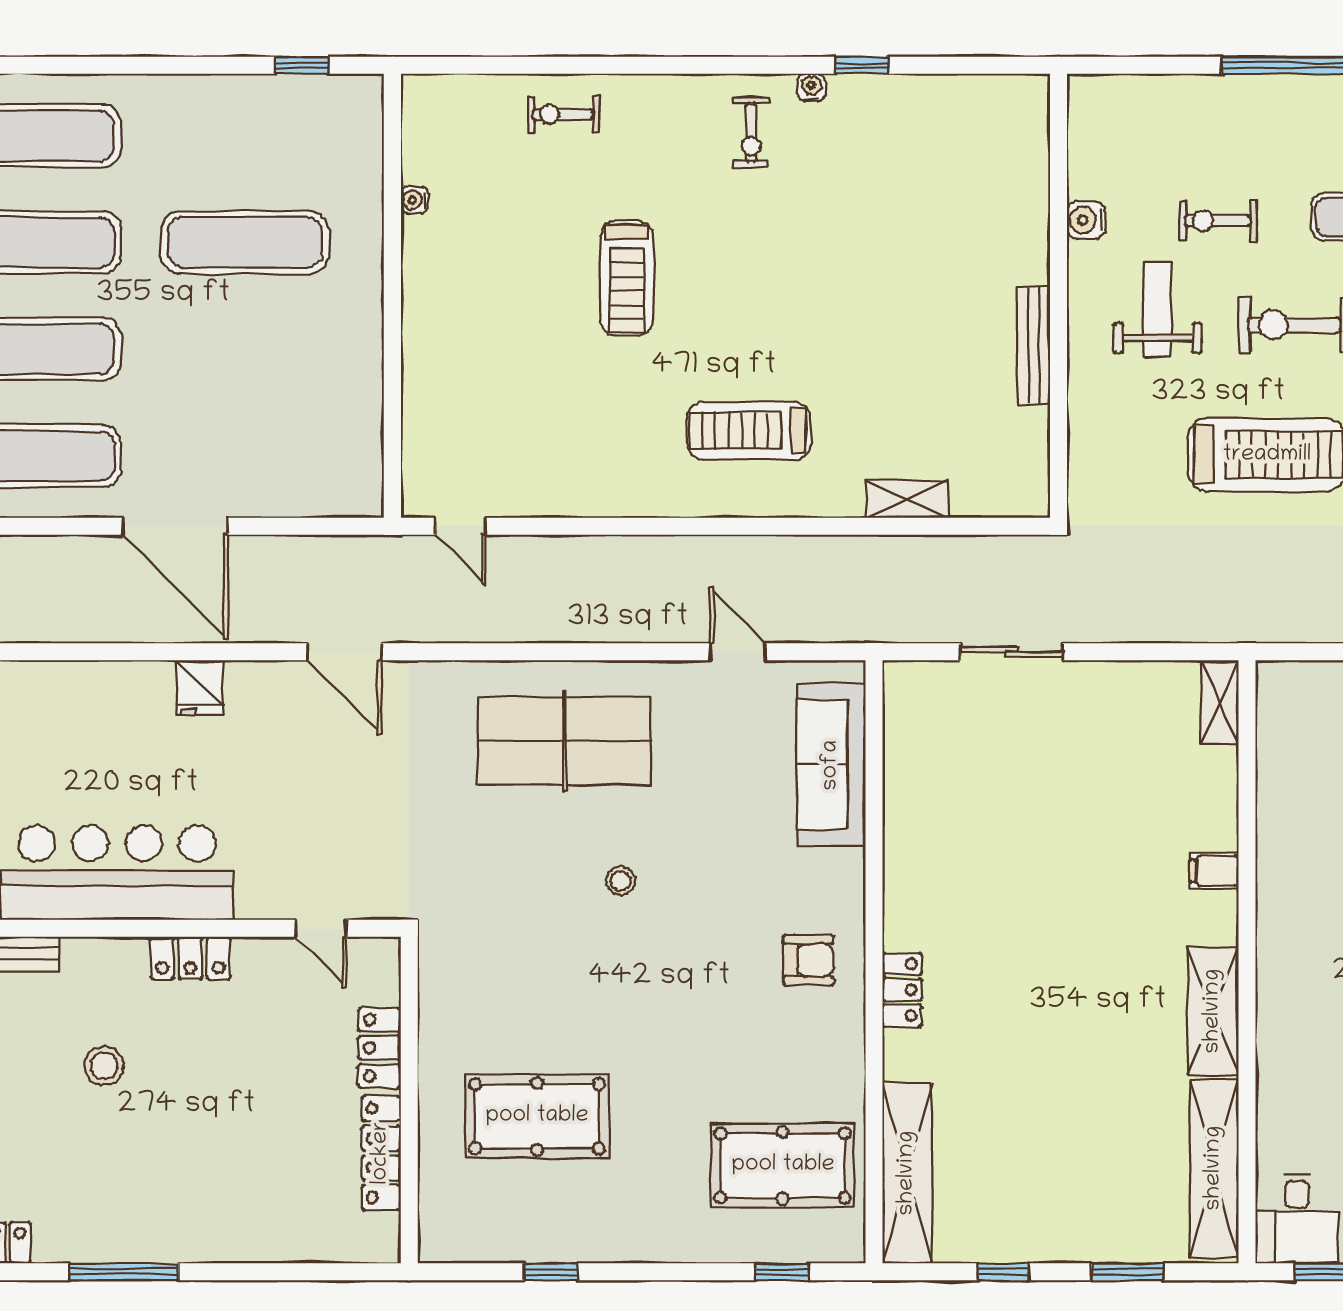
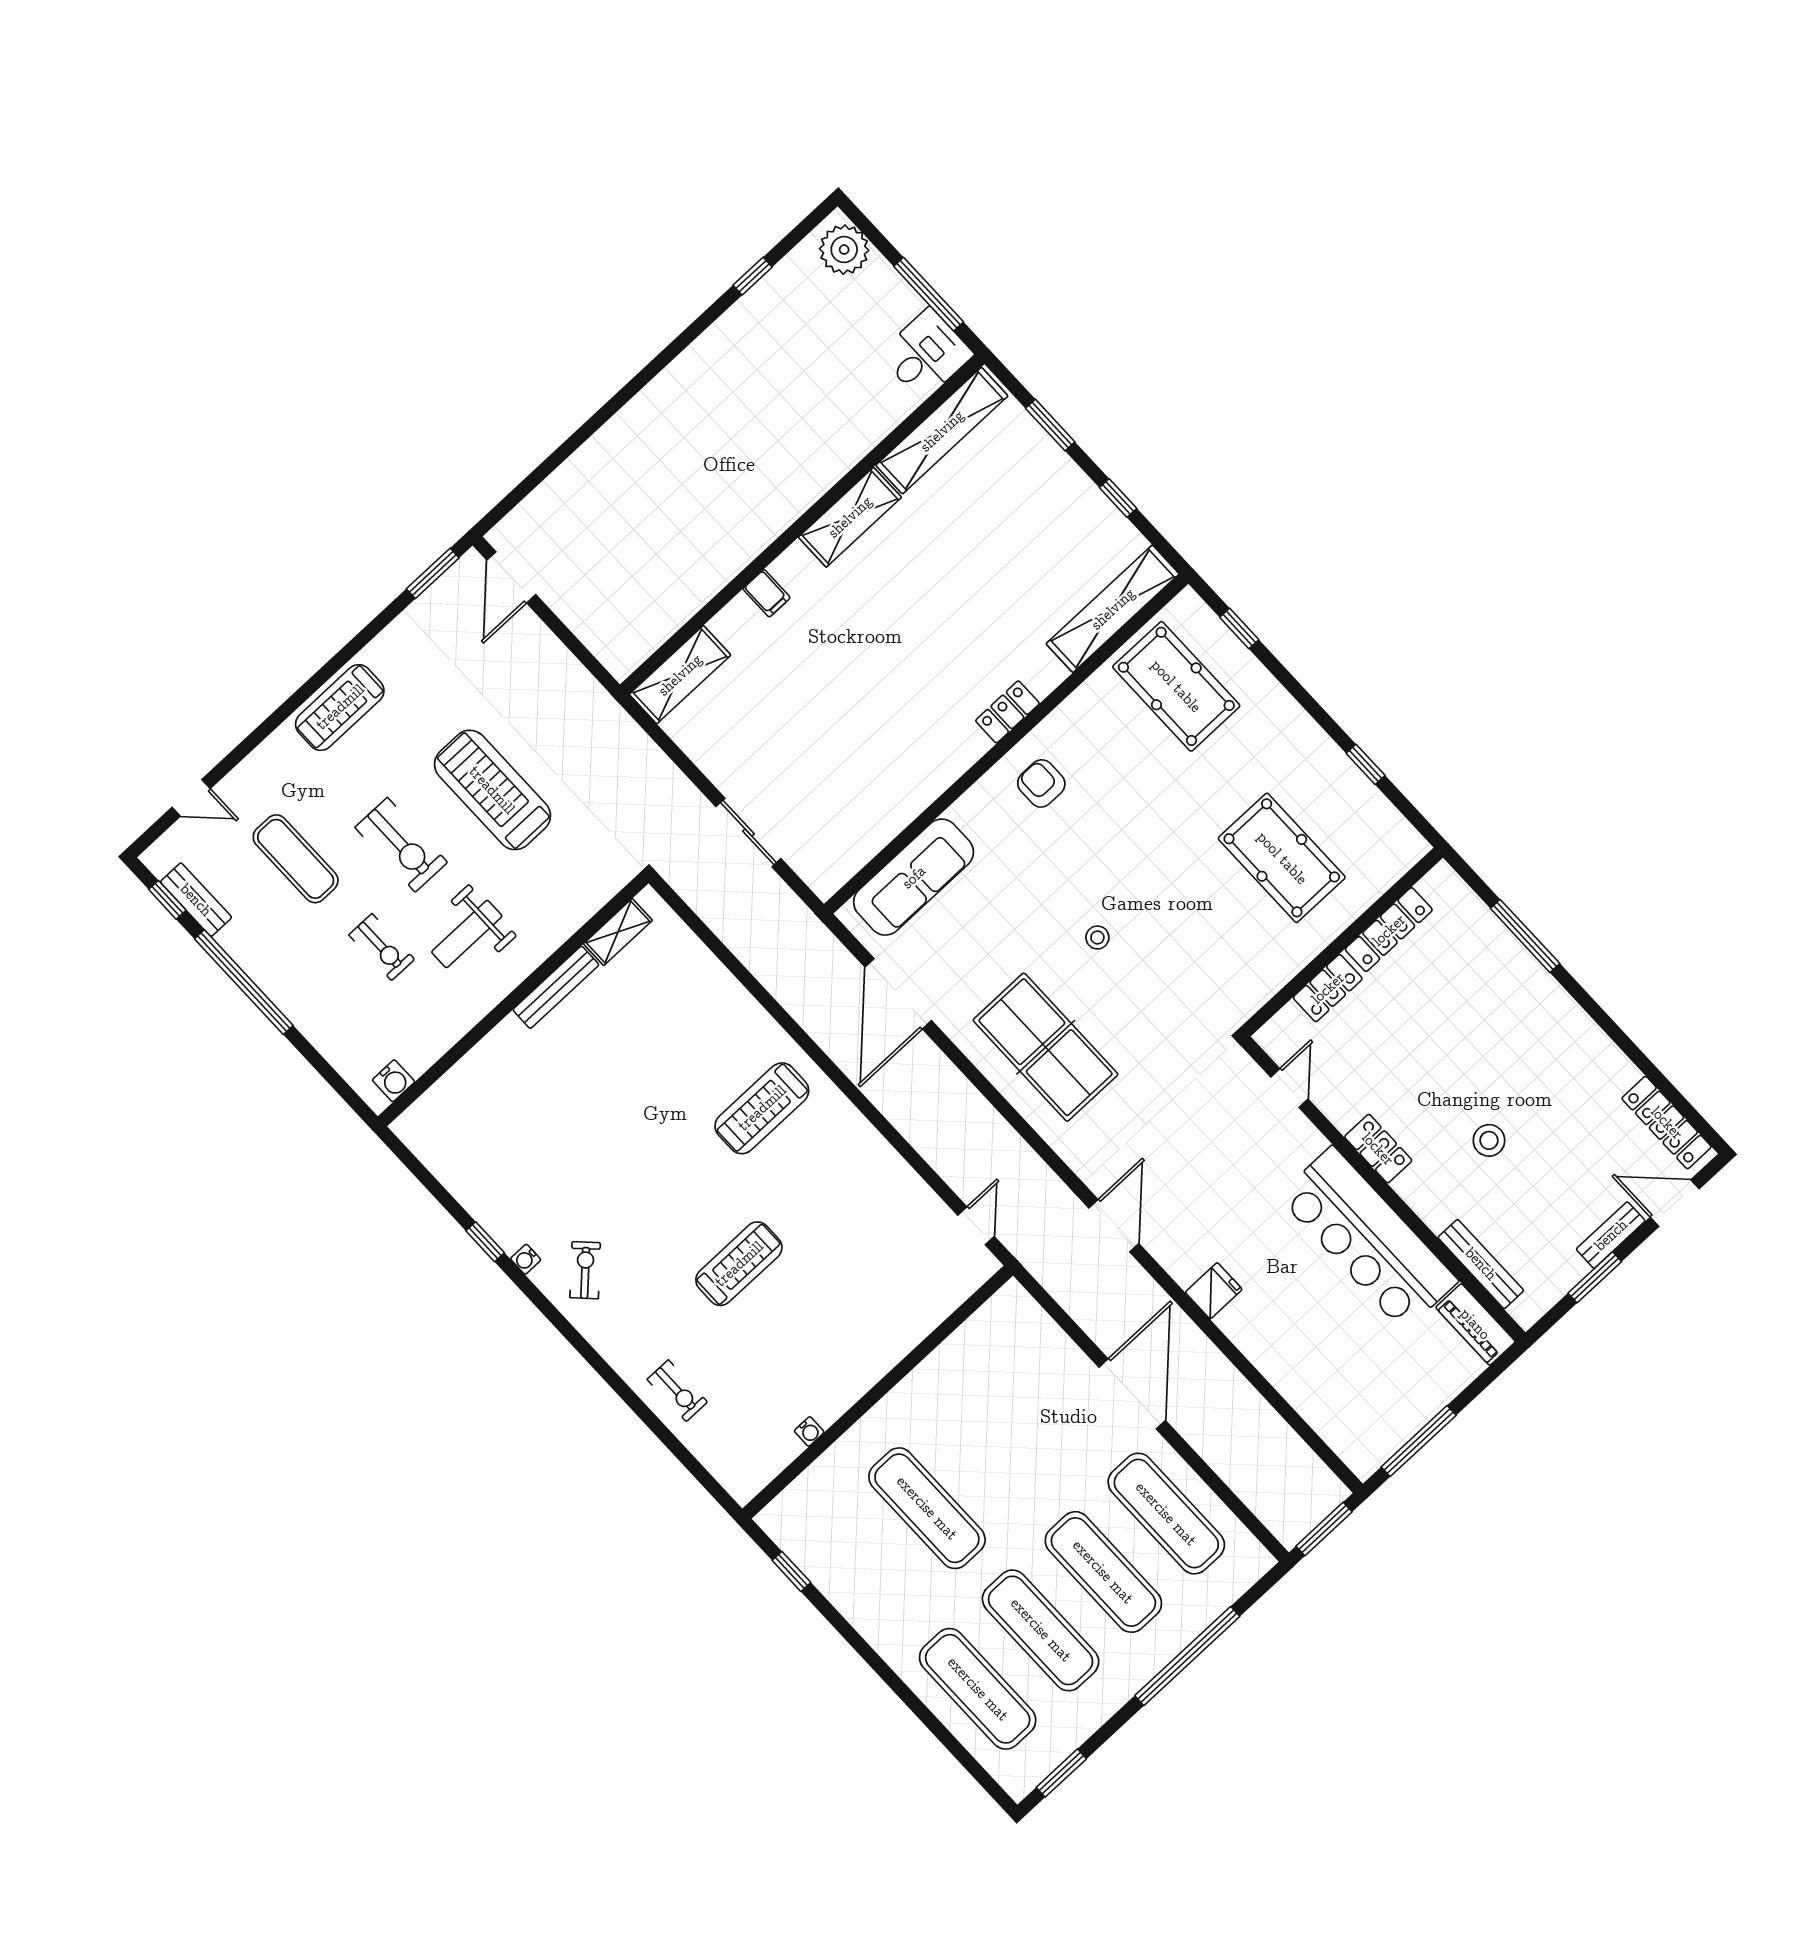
exercise bike: (751, 133) -> (585, 1270), turned -45
water cooler: (1086, 220) -> (394, 1081), moved
treadmill: (749, 431) -> (762, 1108), turned 90
shelving: (908, 499) -> (618, 932), moved, turned 90
door: (738, 652) -> (898, 994), width x1.87
shelving: (1220, 702) -> (680, 675), width x1.50, depth x1.33
window: (124, 1272) -> (1525, 936), moved

